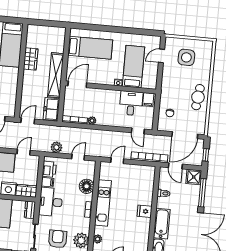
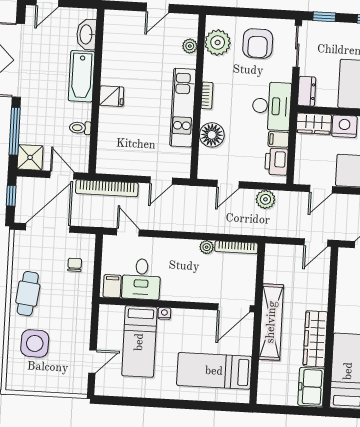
side table: (186, 57) -> (35, 343), moved
wardrobe: (31, 59) -> (315, 339), width x1.50
freezer: (51, 109) -> (311, 387), moved, turned 180

